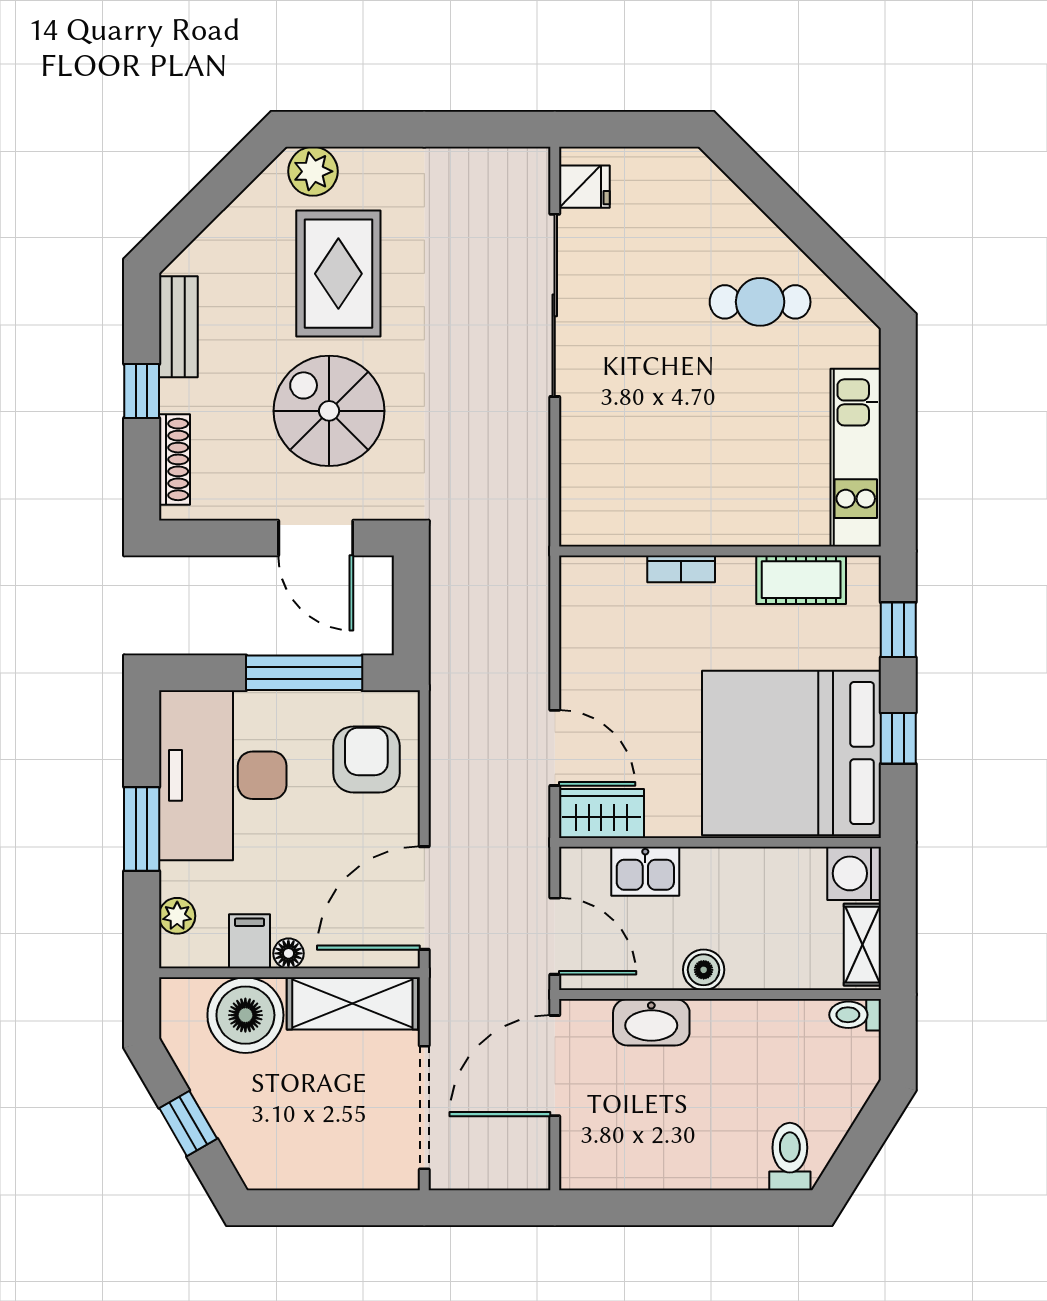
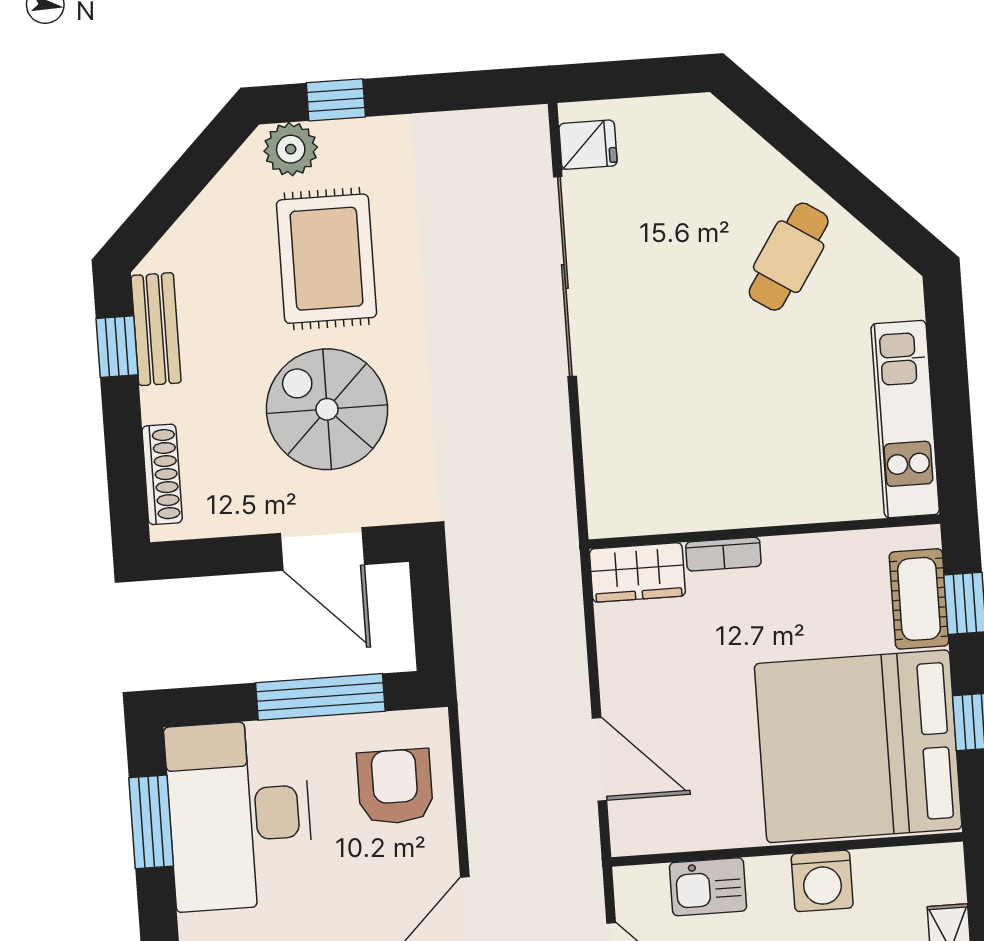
window: (357, 129) -> (336, 100), added
cafe table: (760, 302) -> (789, 257), turned -57
window: (142, 391) -> (117, 347), moved
cot: (801, 580) -> (919, 599), moved, turned 90
wardrobe: (601, 813) -> (637, 572), moved, turned 180
window: (142, 829) -> (151, 822), moved
washing machine: (854, 873) -> (822, 881), moved, turned -90

